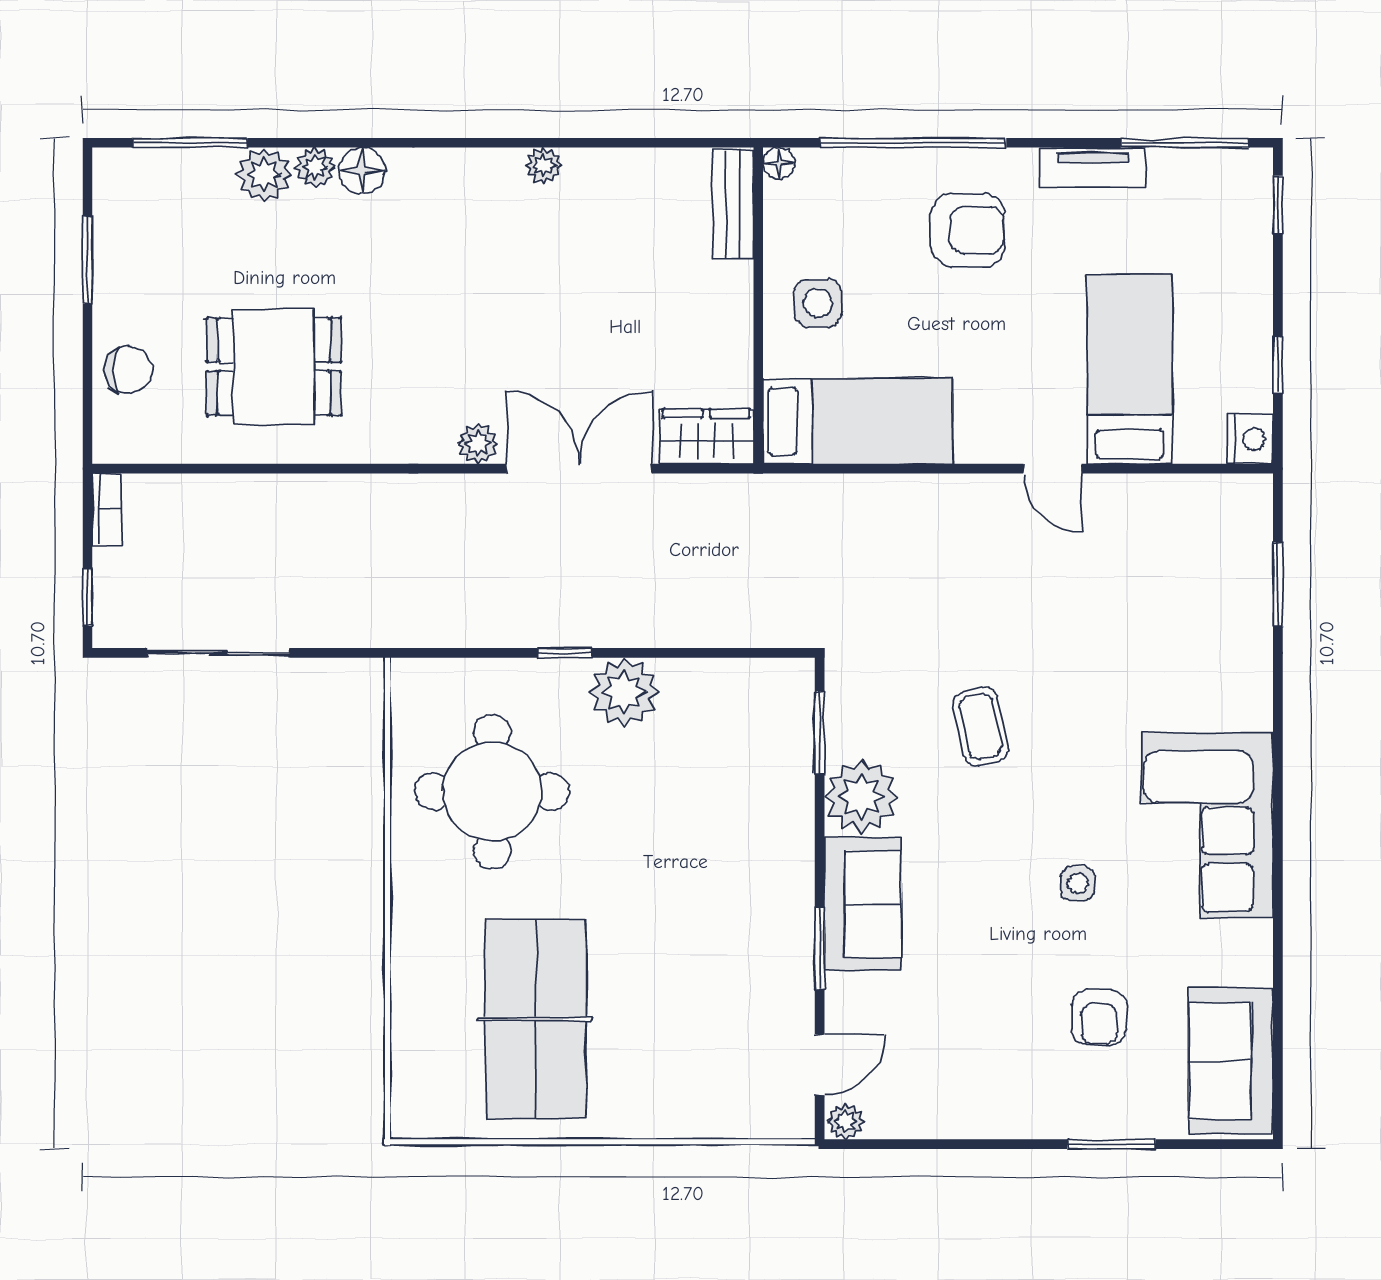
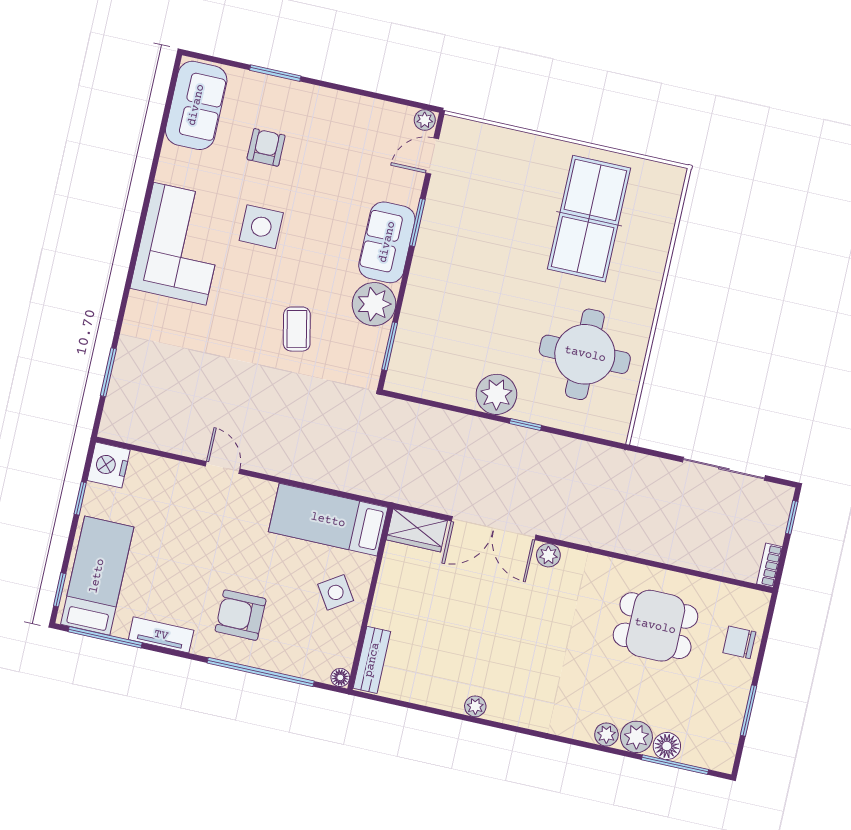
floor lamp: (362, 171) -> (667, 746), moved
side table: (818, 303) -> (336, 592), turned -32
bed: (1130, 369) -> (97, 576), moved, turned 180
nightstand: (1250, 439) -> (109, 465), width x1.36, depth x1.33
side table: (1078, 883) -> (261, 227), width x1.87, depth x1.87

